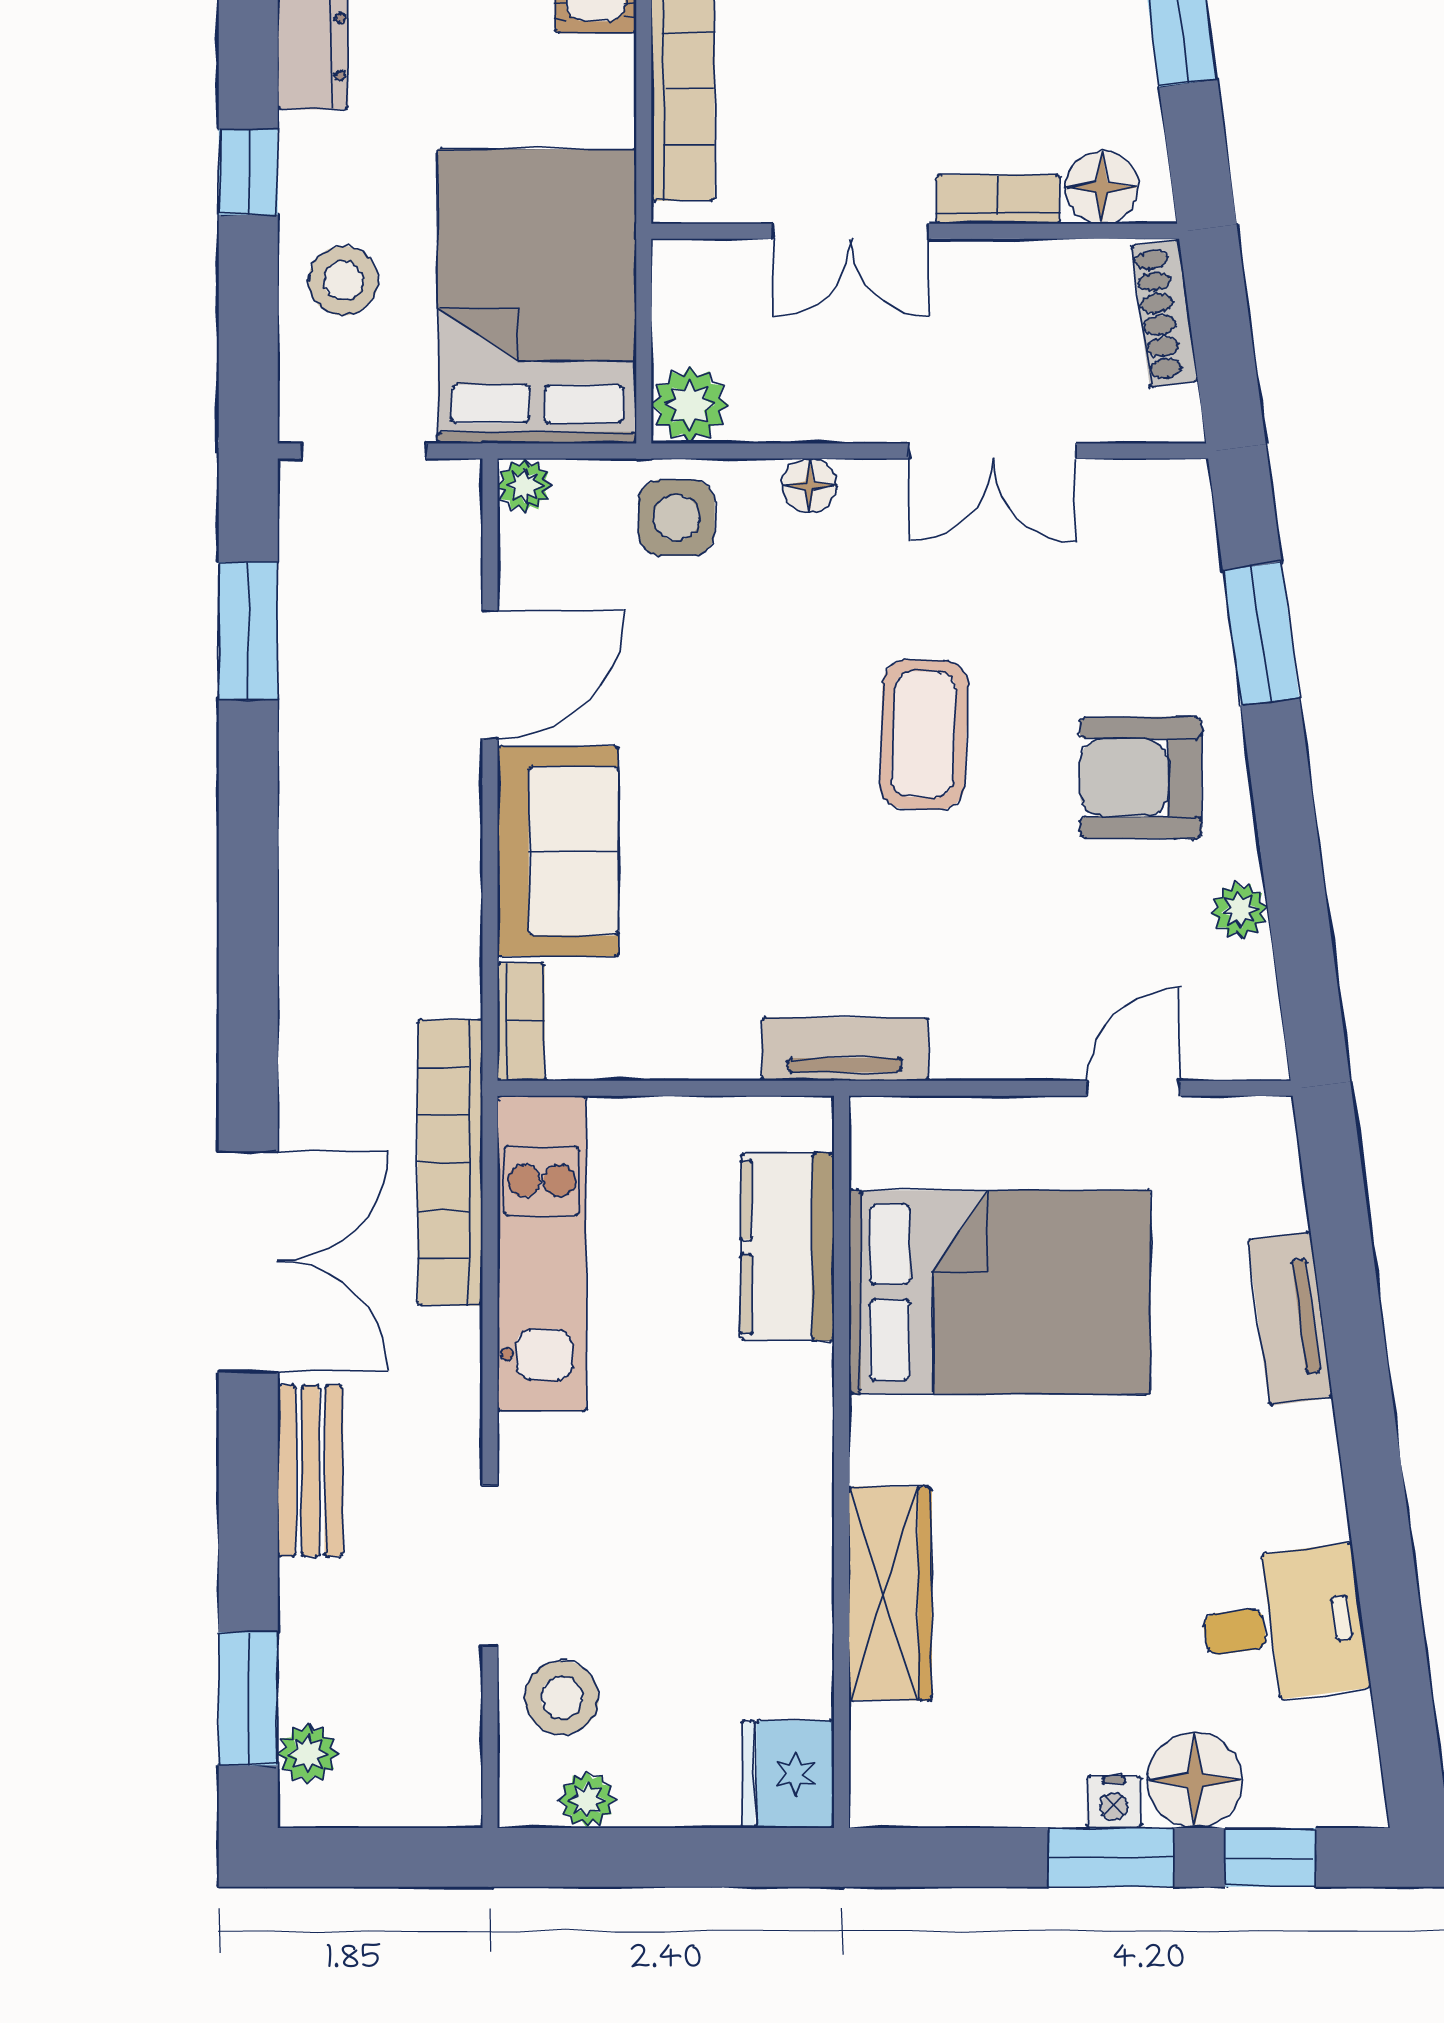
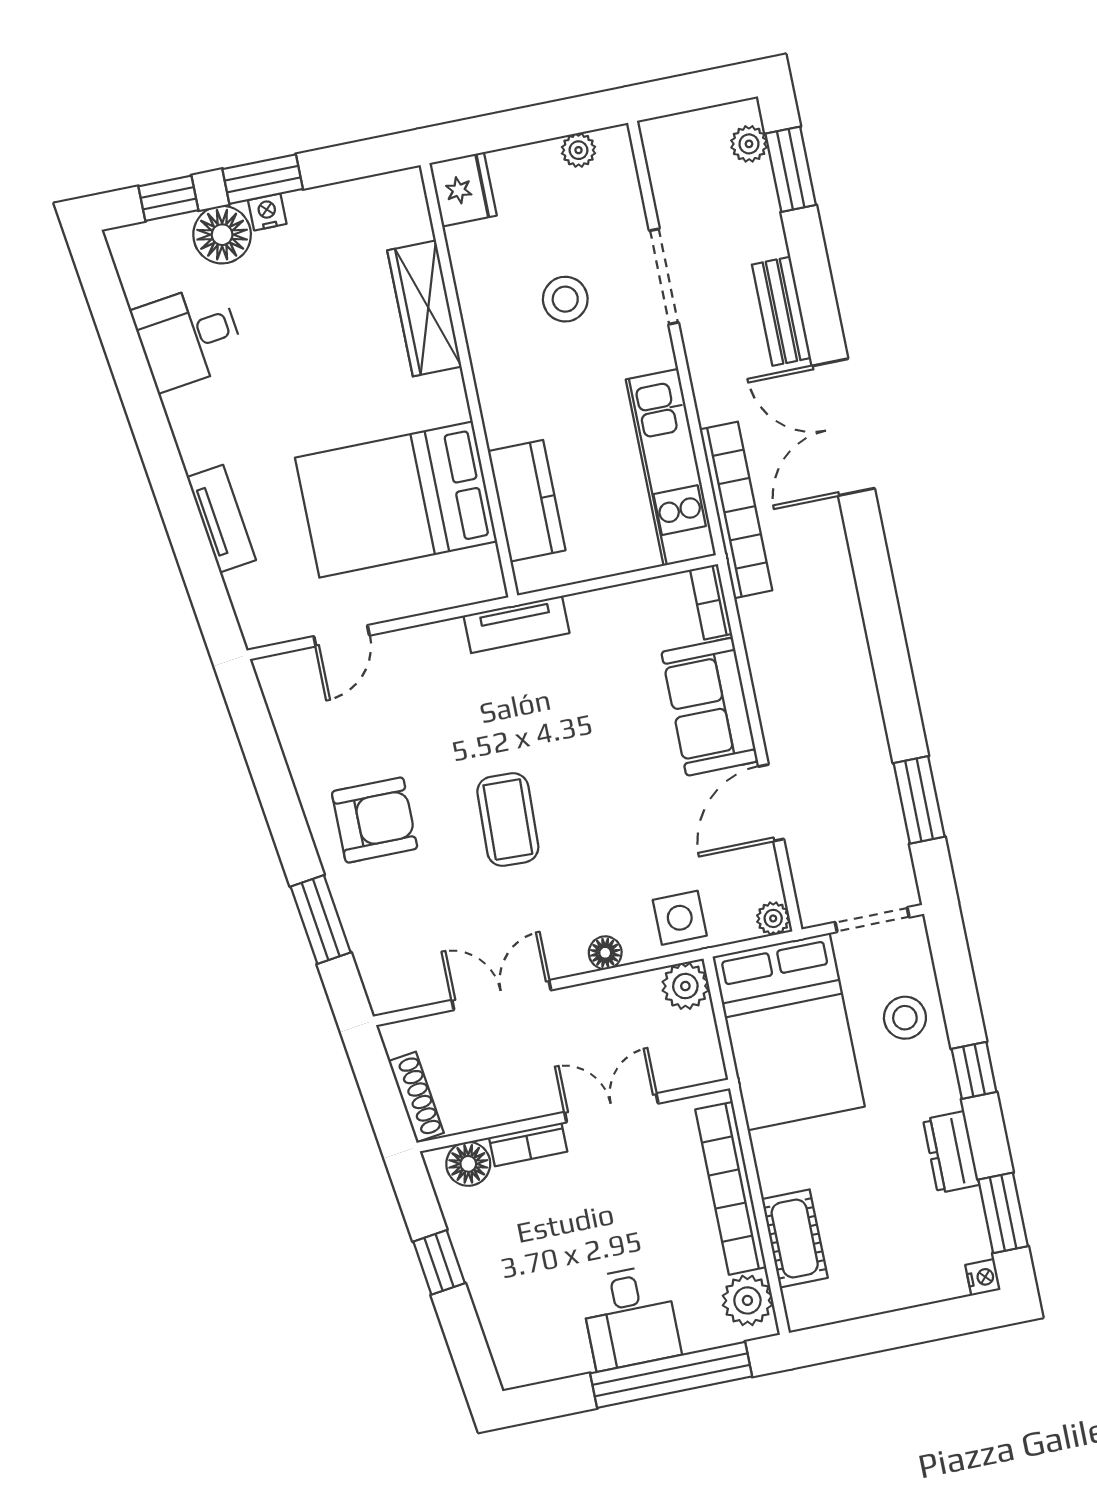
plant: (1239, 910) -> (300, 754), removed
stool: (562, 1698) -> (565, 299), moved

